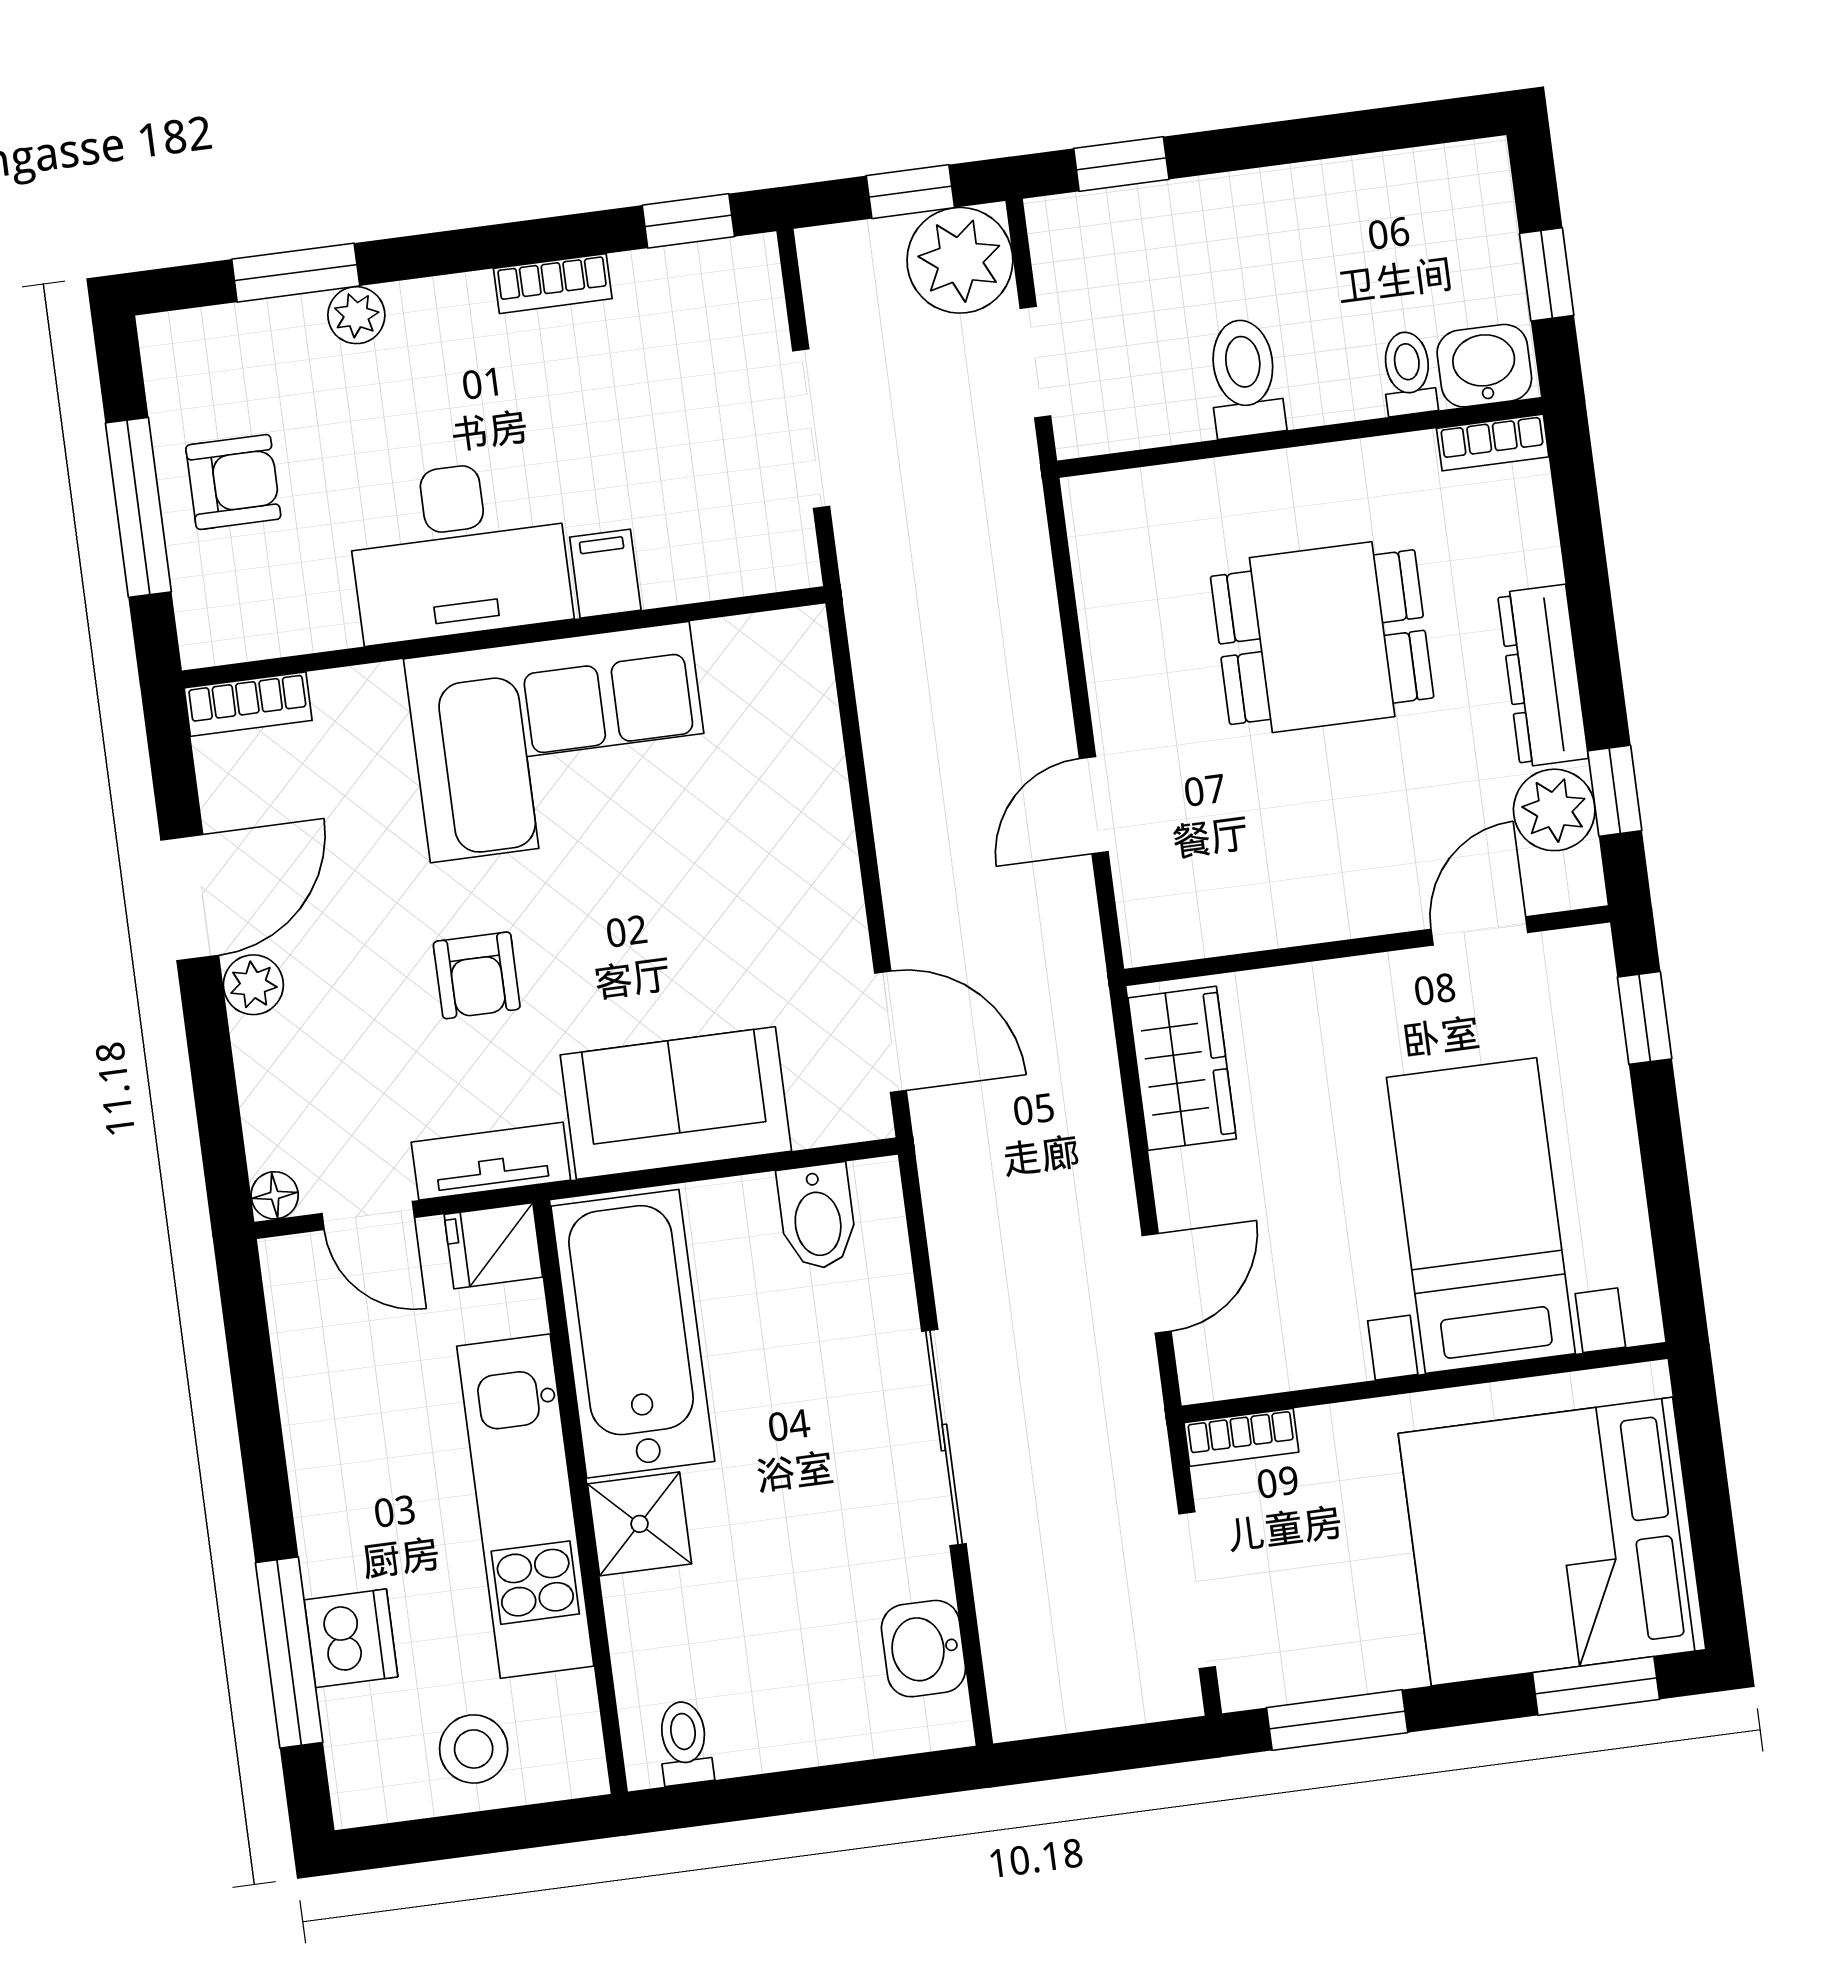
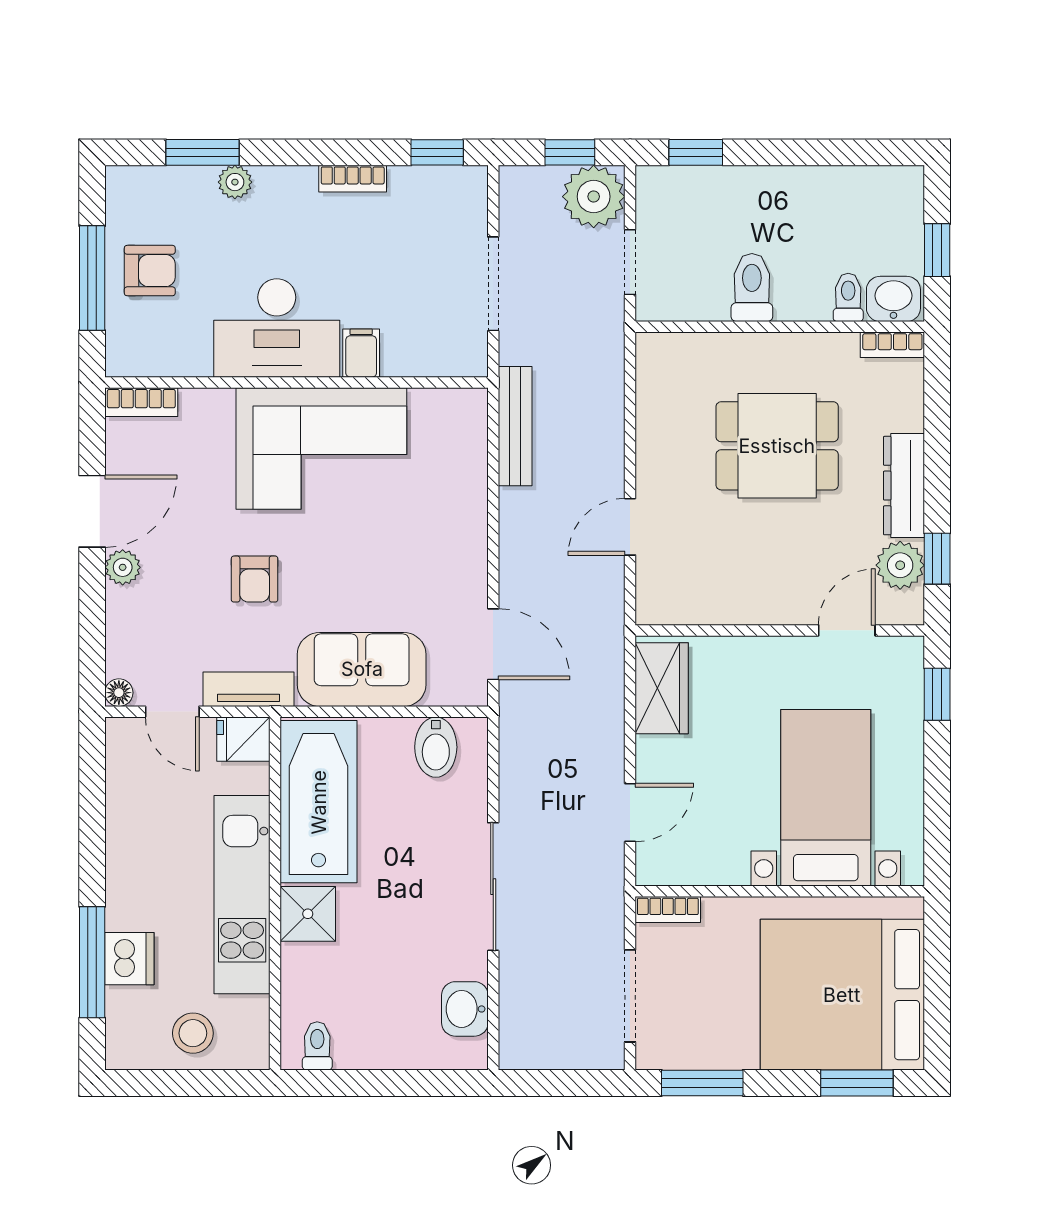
bench: (879, 662) -> (515, 426), added

